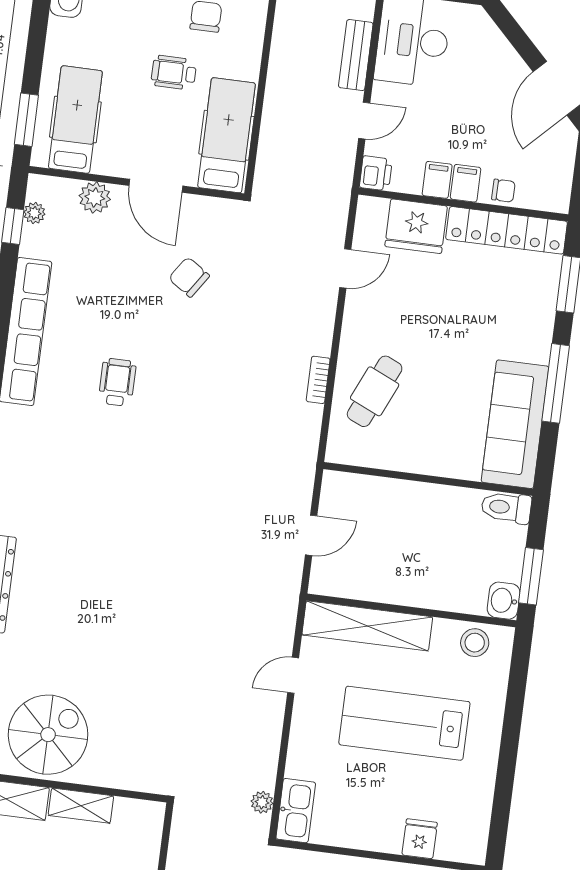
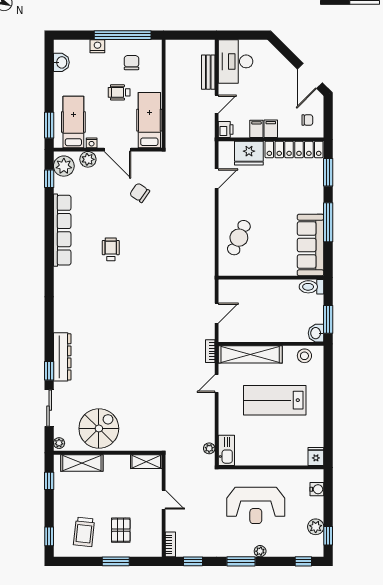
nightstand: (106, 166) -> (92, 143), added
chair: (503, 191) -> (307, 120), moved
plant: (34, 213) -> (64, 166), width x1.87, depth x1.87
bookcase: (318, 380) -> (210, 351), moved
shelving: (81, 806) -> (146, 462), moved
fridge: (420, 839) -> (316, 456), moved

